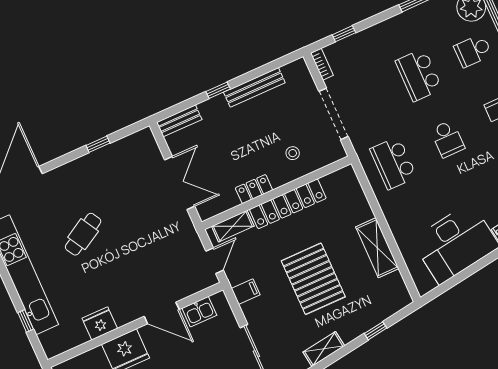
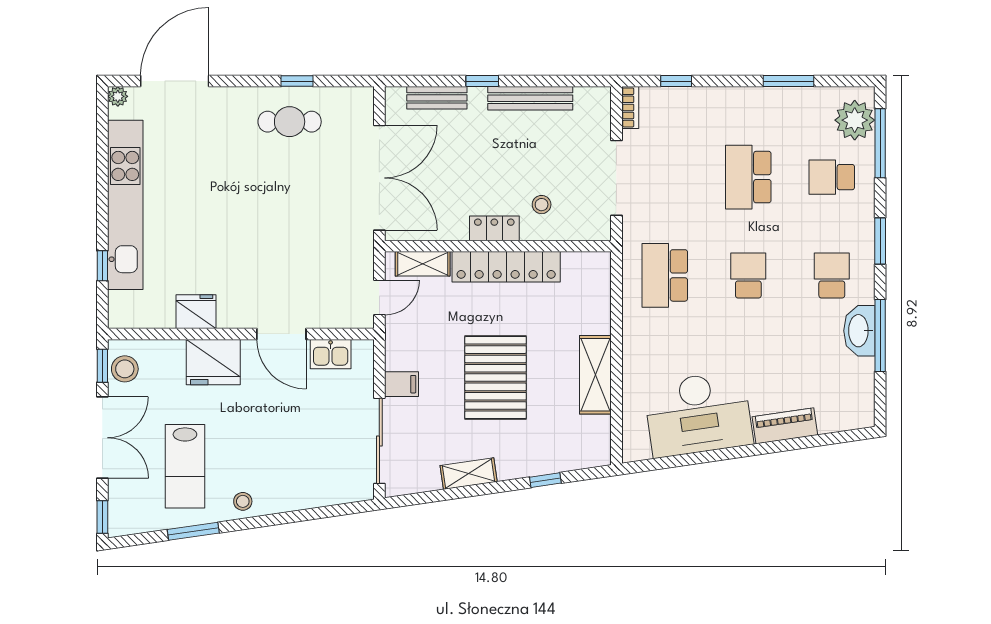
bench: (179, 121) -> (437, 98), moved
school desk: (447, 139) -> (748, 275), turned 180
double door: (180, 183) -> (379, 178), width x1.36
locker: (254, 189) -> (494, 228), moved
cafe table: (83, 234) -> (290, 122), moved, turned 30
filing cabinet: (246, 292) -> (401, 384), moved

